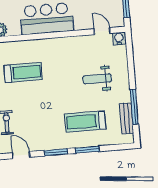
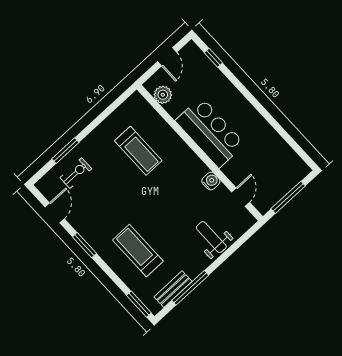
water cooler: (119, 38) -> (211, 181), moved
weight bench: (97, 79) -> (211, 237), moved
window: (87, 150) -> (139, 304), moved

